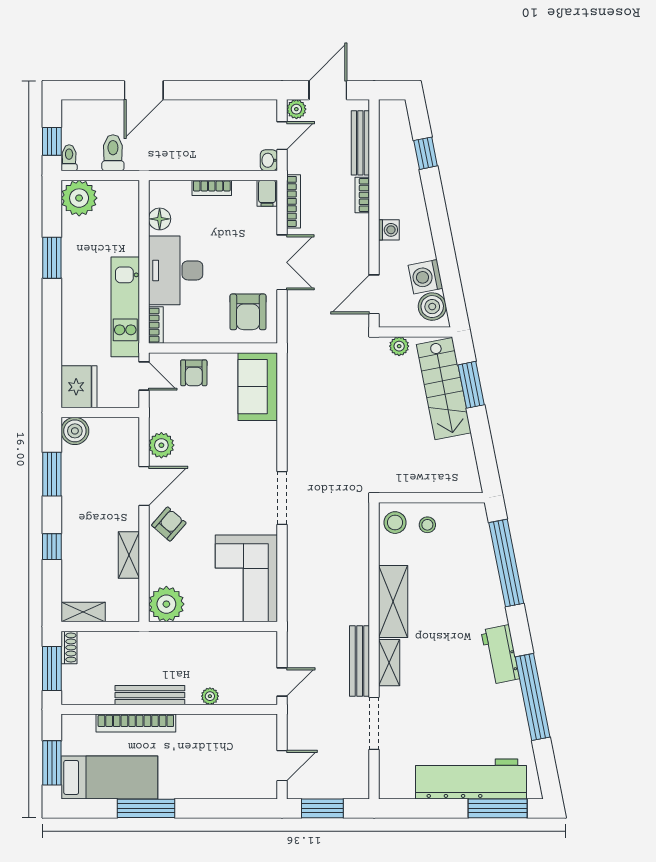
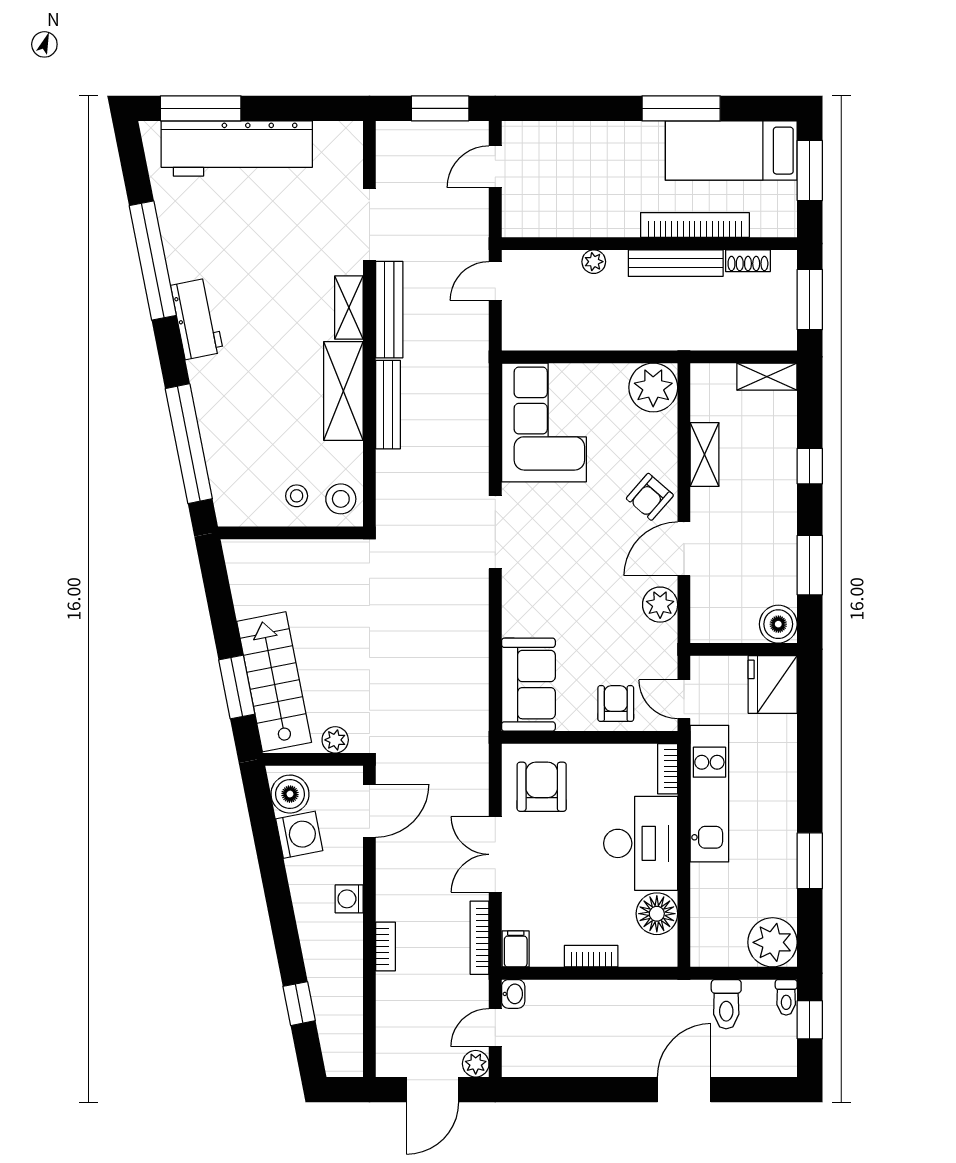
bench: (360, 143) -> (388, 405), moved
floor lamp: (160, 219) -> (657, 914), width x1.38, depth x1.38
shoe rack: (69, 647) -> (748, 261), moved, turned -90

